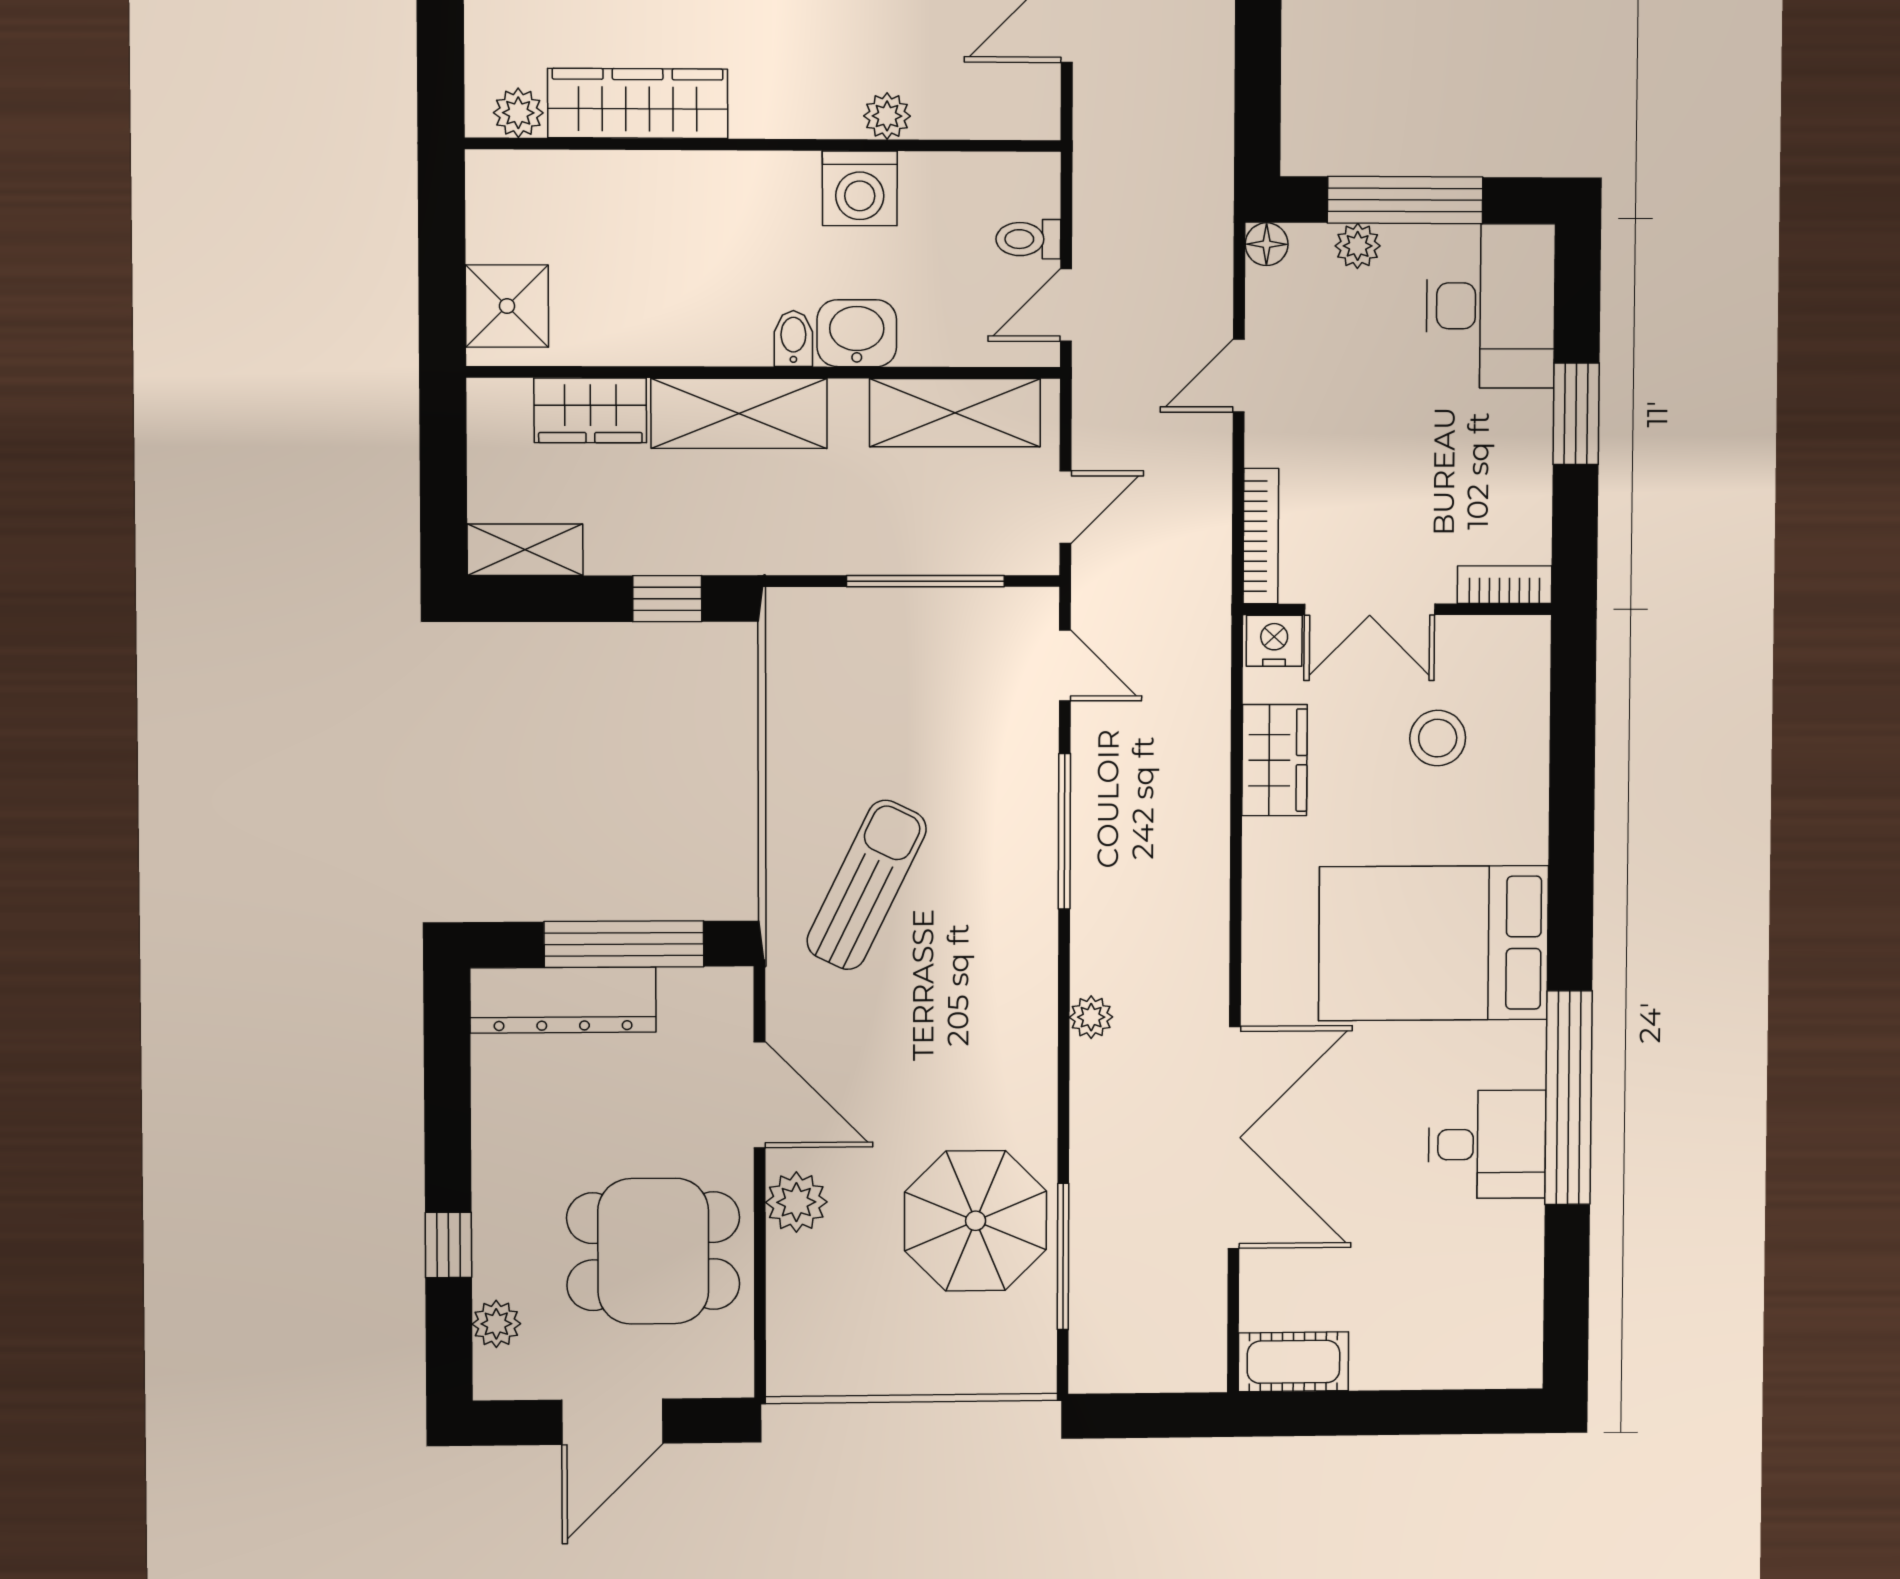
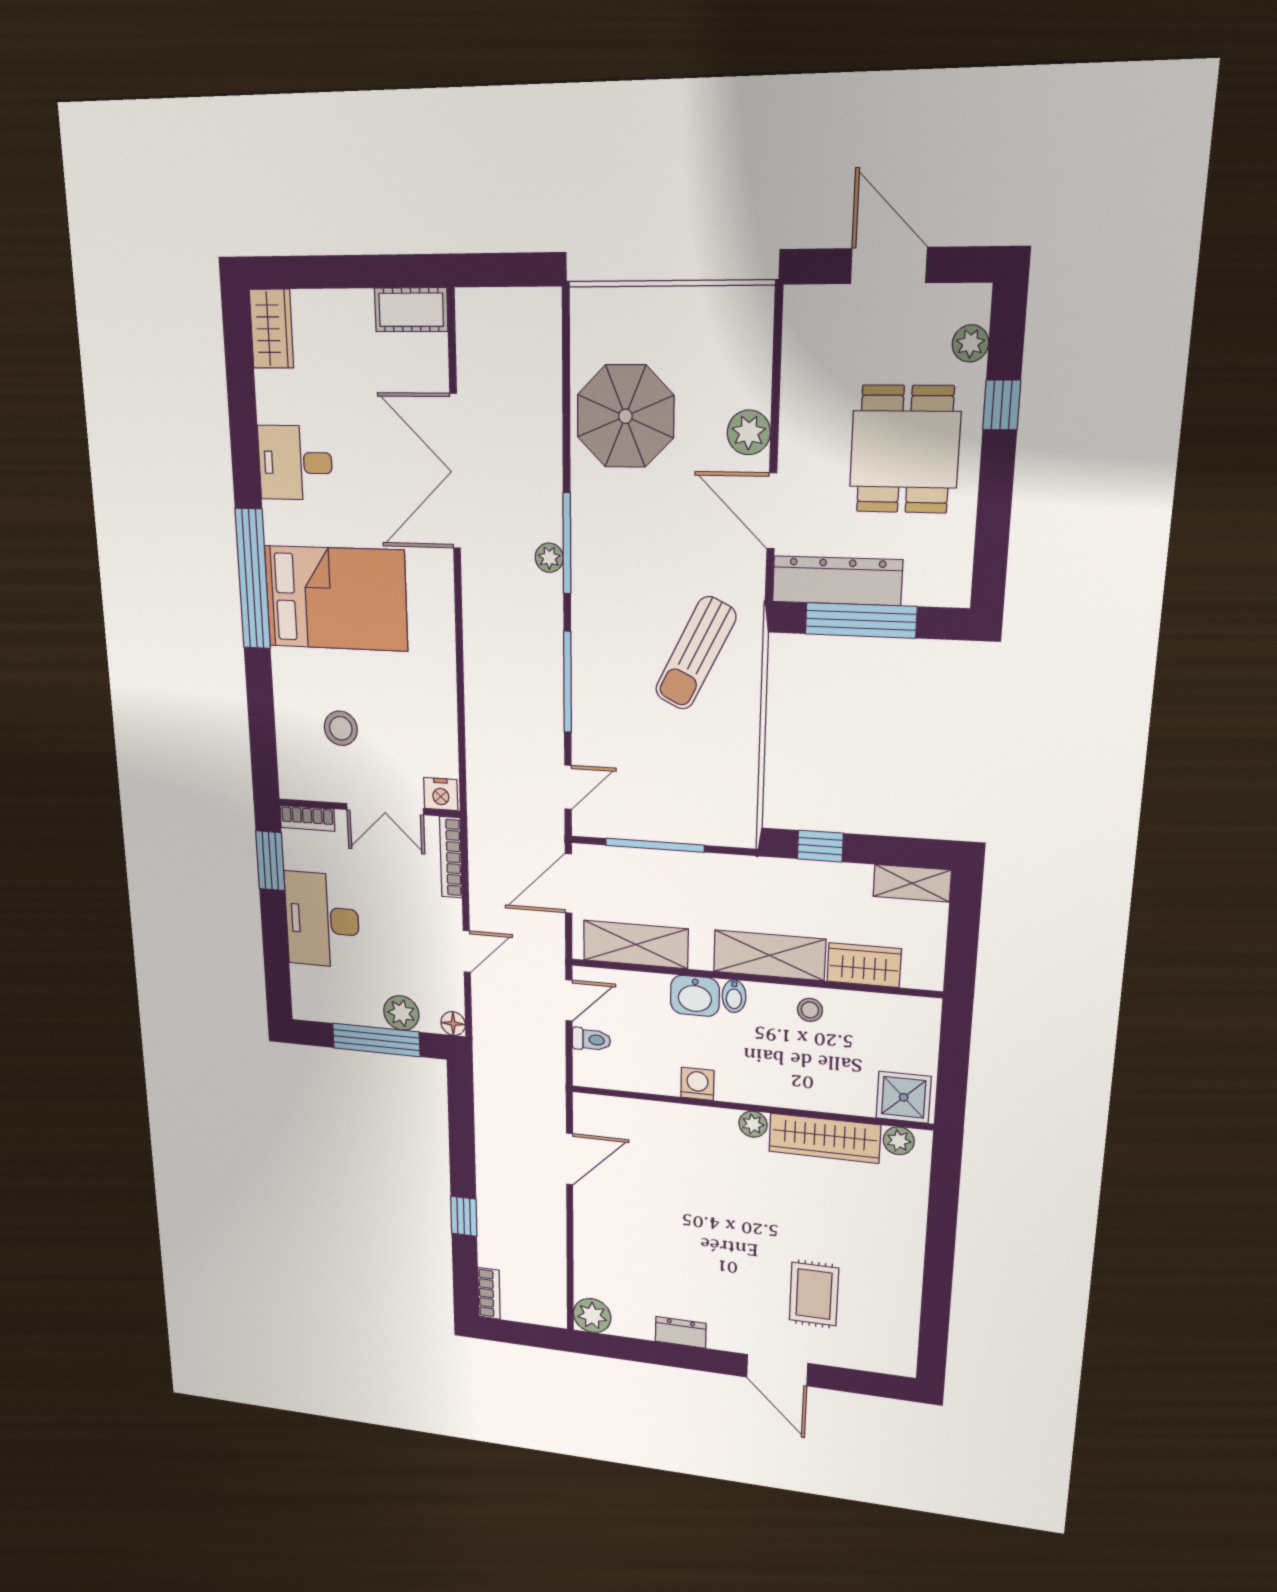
plant: (887, 116) -> (753, 1124), moved
washing machine: (860, 188) -> (697, 1084), width x0.73, depth x0.73
plant: (1358, 246) -> (401, 1013), width x1.38, depth x1.38
shower: (507, 306) -> (904, 1097), moved
desk: (1491, 306) -> (322, 920), moved
stool: (671, 327) -> (810, 1010), added
window: (1576, 414) -> (270, 861), moved
door: (1065, 507) -> (568, 883), width x1.37
double door: (1370, 609) -> (385, 809), swing flipped
door: (1065, 665) -> (568, 787), swing flipped
wardrobe: (1275, 760) -> (271, 329), moved, turned 180
dresser: (563, 1000) -> (837, 581), moved
window: (1568, 1098) -> (253, 579), moved
dining table: (653, 1251) -> (905, 449), moved, turned 90
window: (1063, 1257) -> (567, 543), moved
door: (612, 1422) -> (889, 266), hinge flipped

